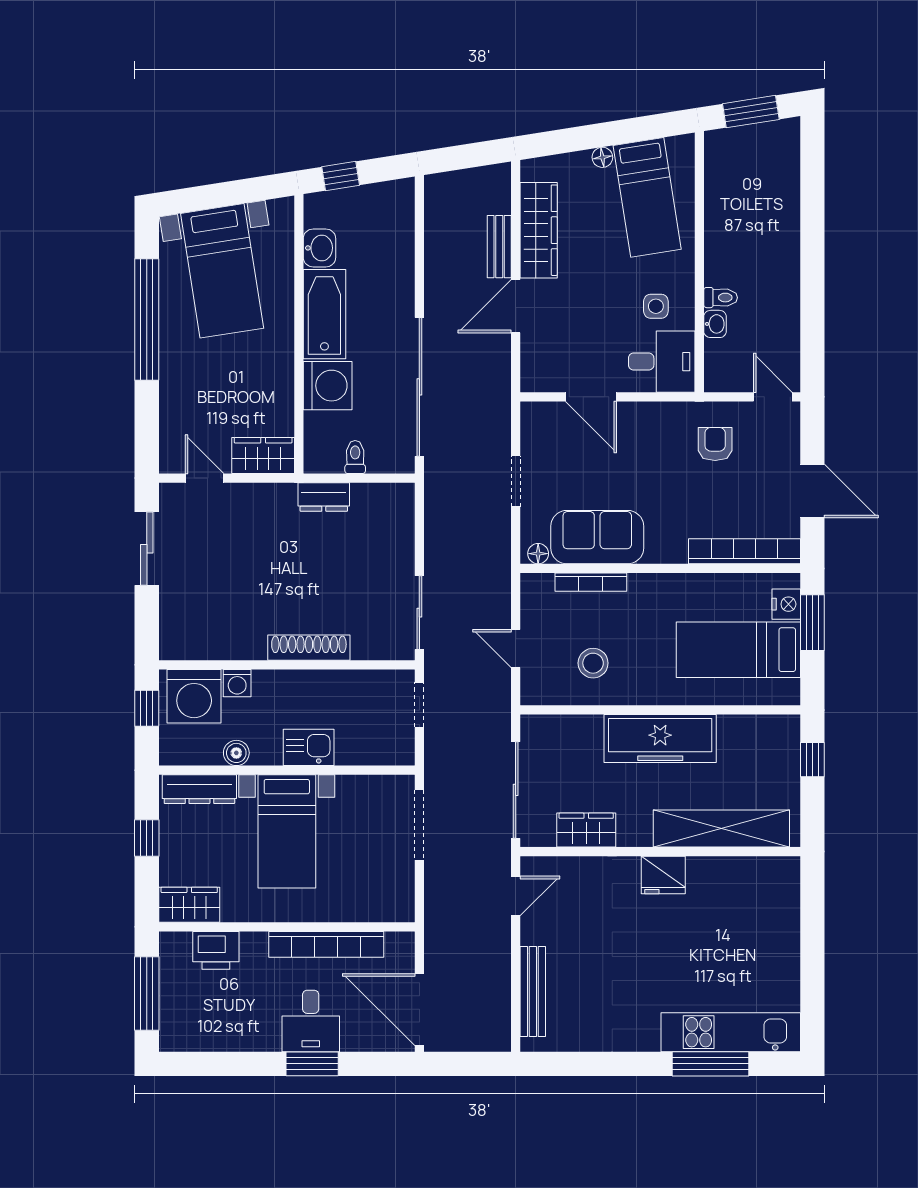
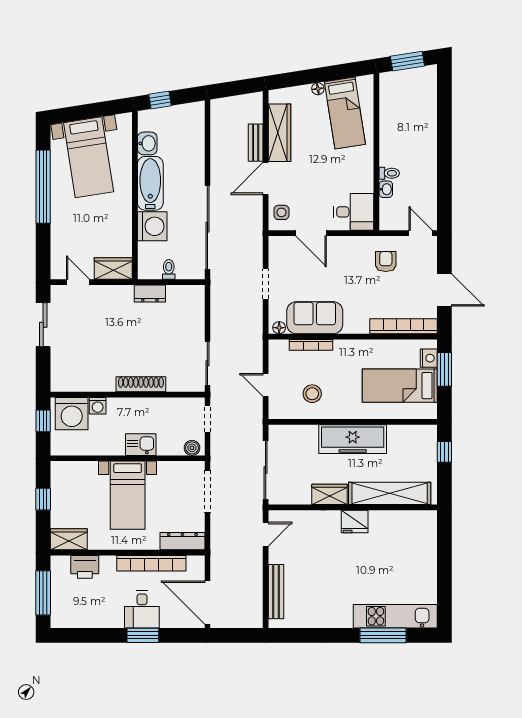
side table: (656, 306) -> (281, 212), moved
boiler: (236, 753) -> (192, 448), moved
dresser: (199, 789) -> (182, 541), moved, turned 180
wardrobe: (586, 830) -> (329, 494), moved

